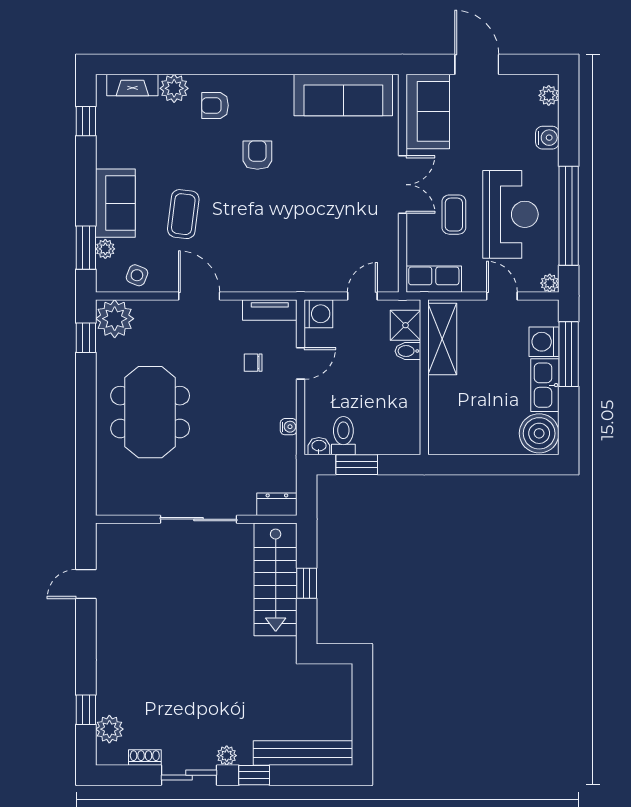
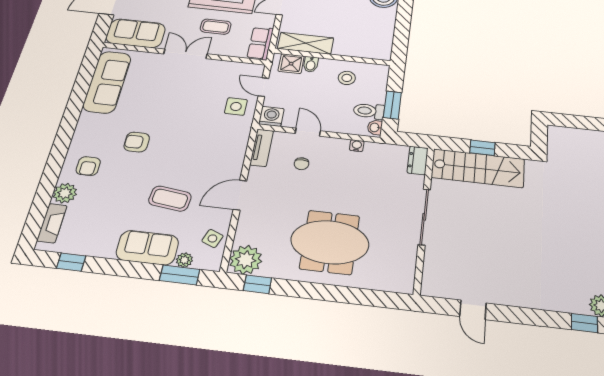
side table: (327, 267) -> (236, 106), added
stool: (392, 401) -> (347, 78), added

